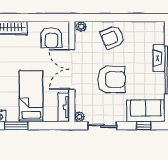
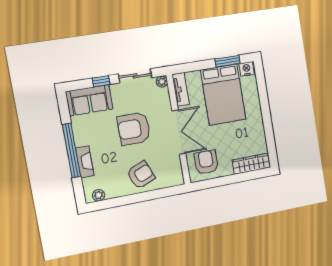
plant: (81, 27) -> (99, 195), moved
bed: (31, 96) -> (223, 95), width x1.50
window: (144, 126) -> (101, 81), moved

